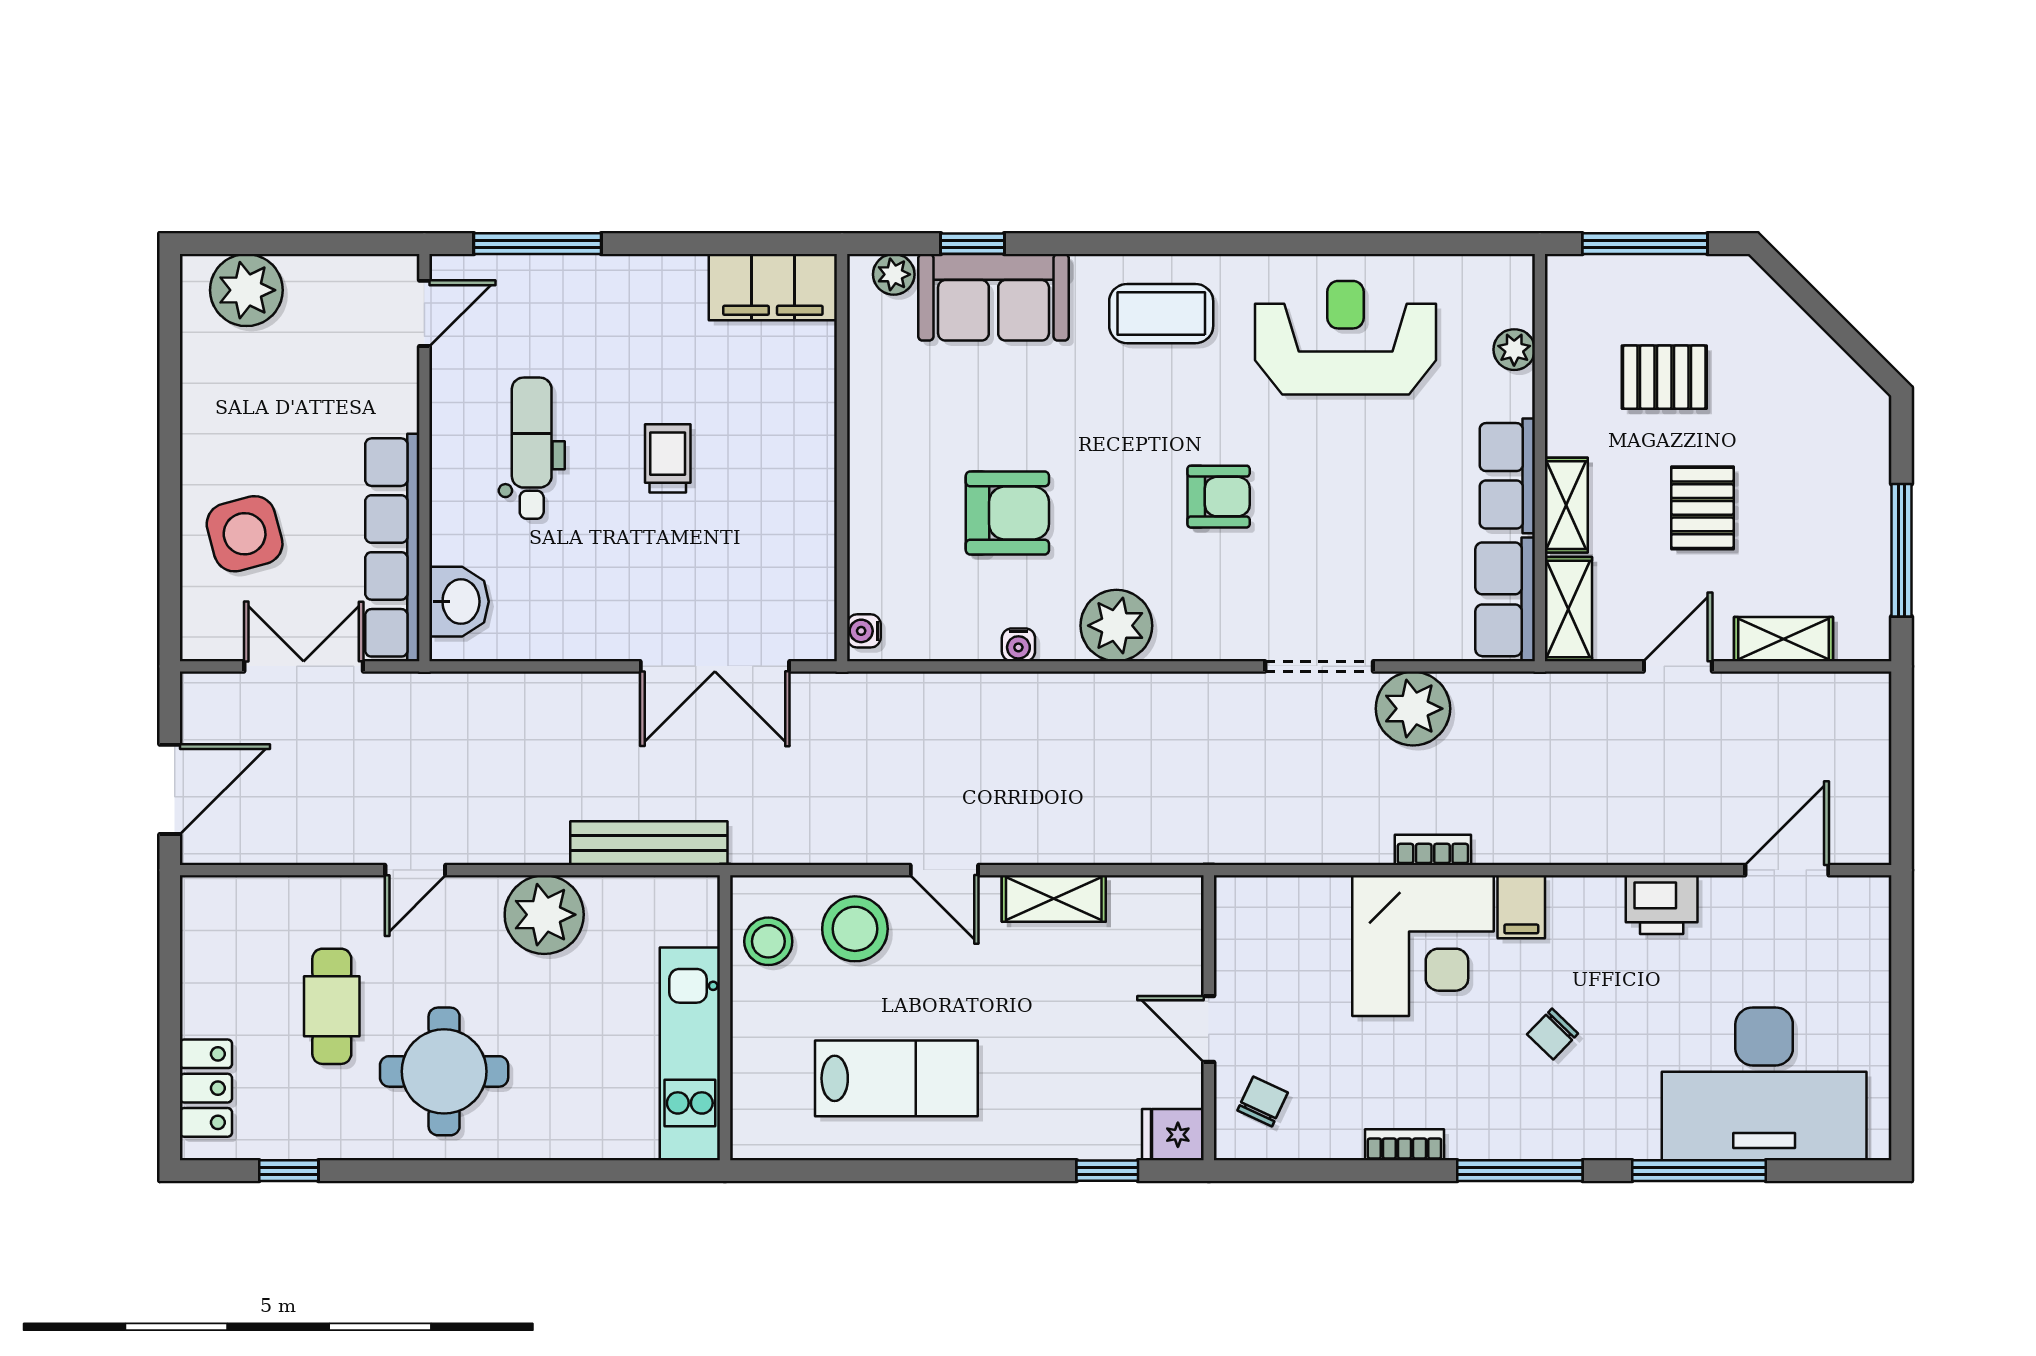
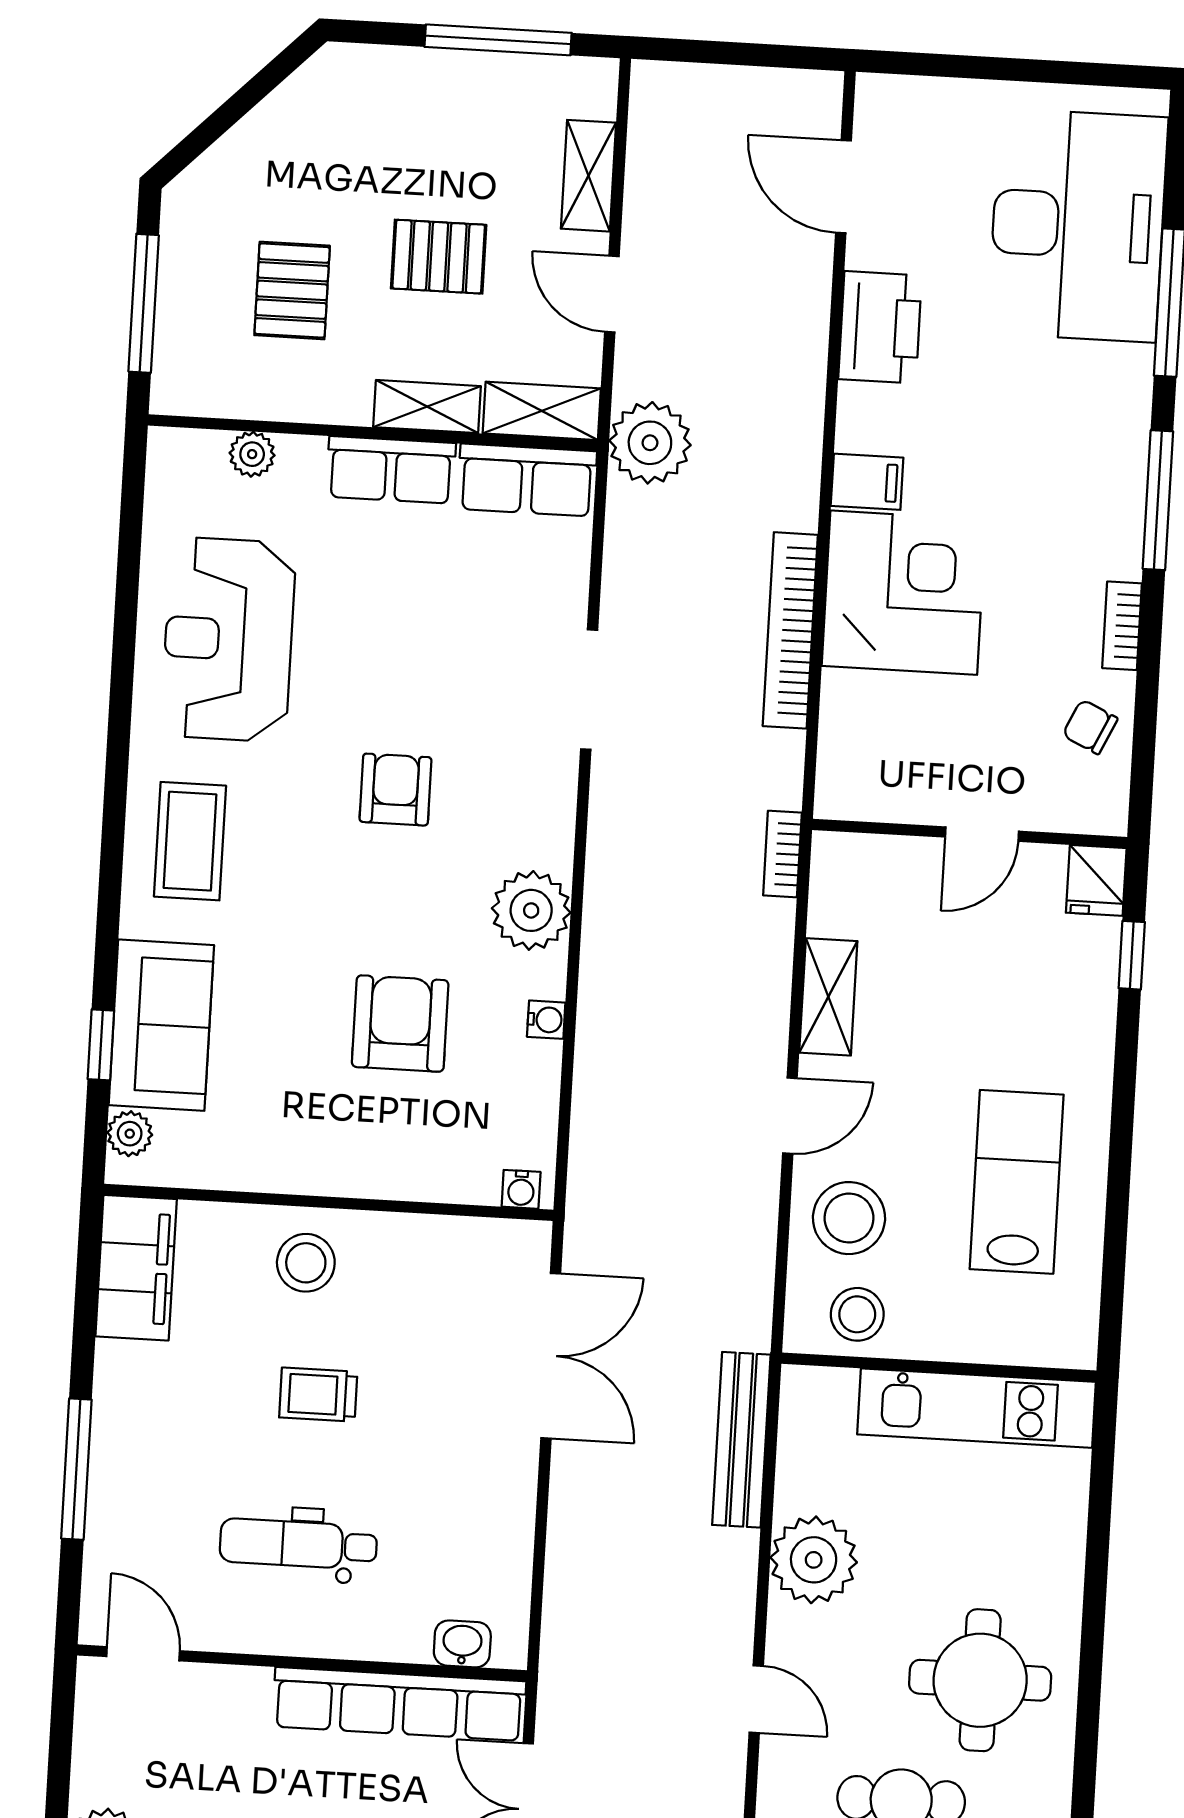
window: (537, 244) -> (76, 1469), moved
stool: (786, 440) -> (306, 1263), added
washbasin: (459, 602) -> (462, 1644), width x0.72, depth x0.69
plant: (1413, 709) -> (650, 443), moved
bookcase: (1181, 850) -> (782, 854), added
bookcase: (1433, 850) -> (790, 630), width x2.31, depth x1.31
printer: (1662, 905) -> (880, 327), width x1.37, depth x1.19
chair: (1553, 1034) -> (1009, 455), removed
chair: (1263, 1101) -> (1090, 727), moved

